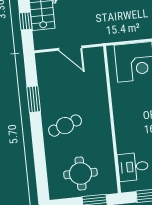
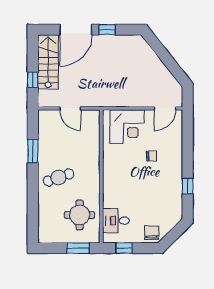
round table: (81, 174) -> (80, 215), moved

